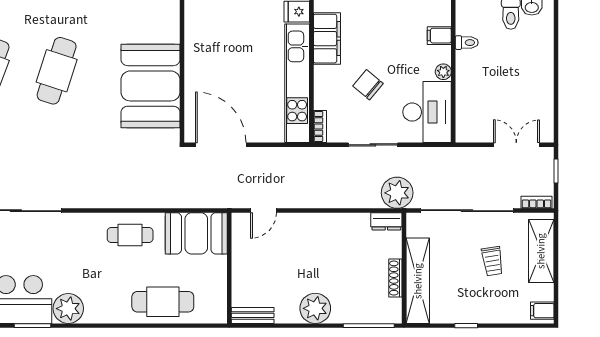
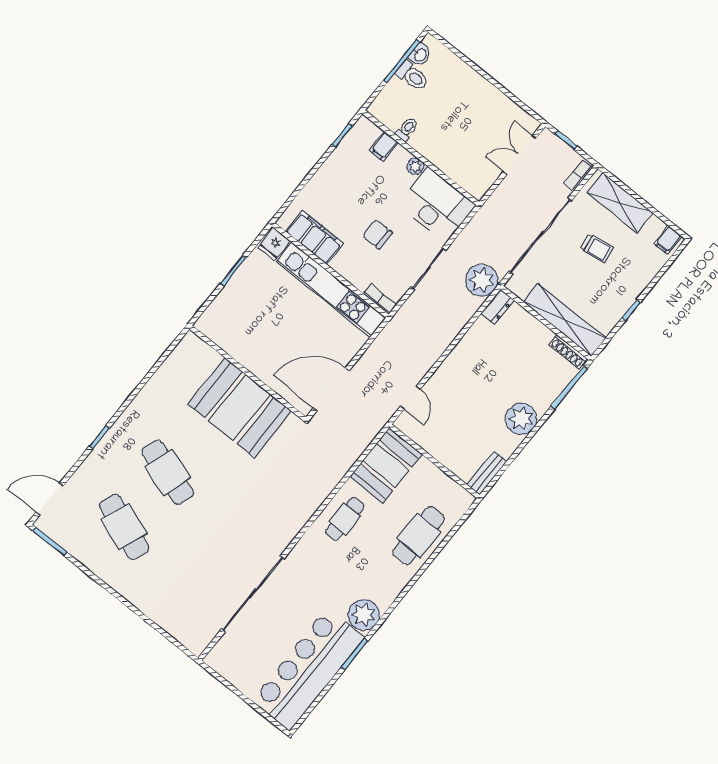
chair: (368, 85) -> (377, 234), turned 50
shoe rack: (395, 278) -> (568, 352), moved

